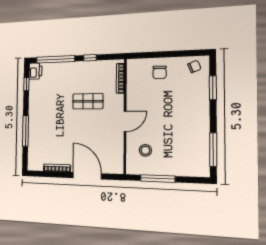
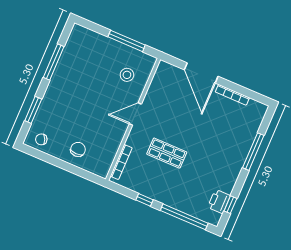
printer: (35, 71) -> (219, 202), moved
window: (213, 149) -> (54, 62), moved

